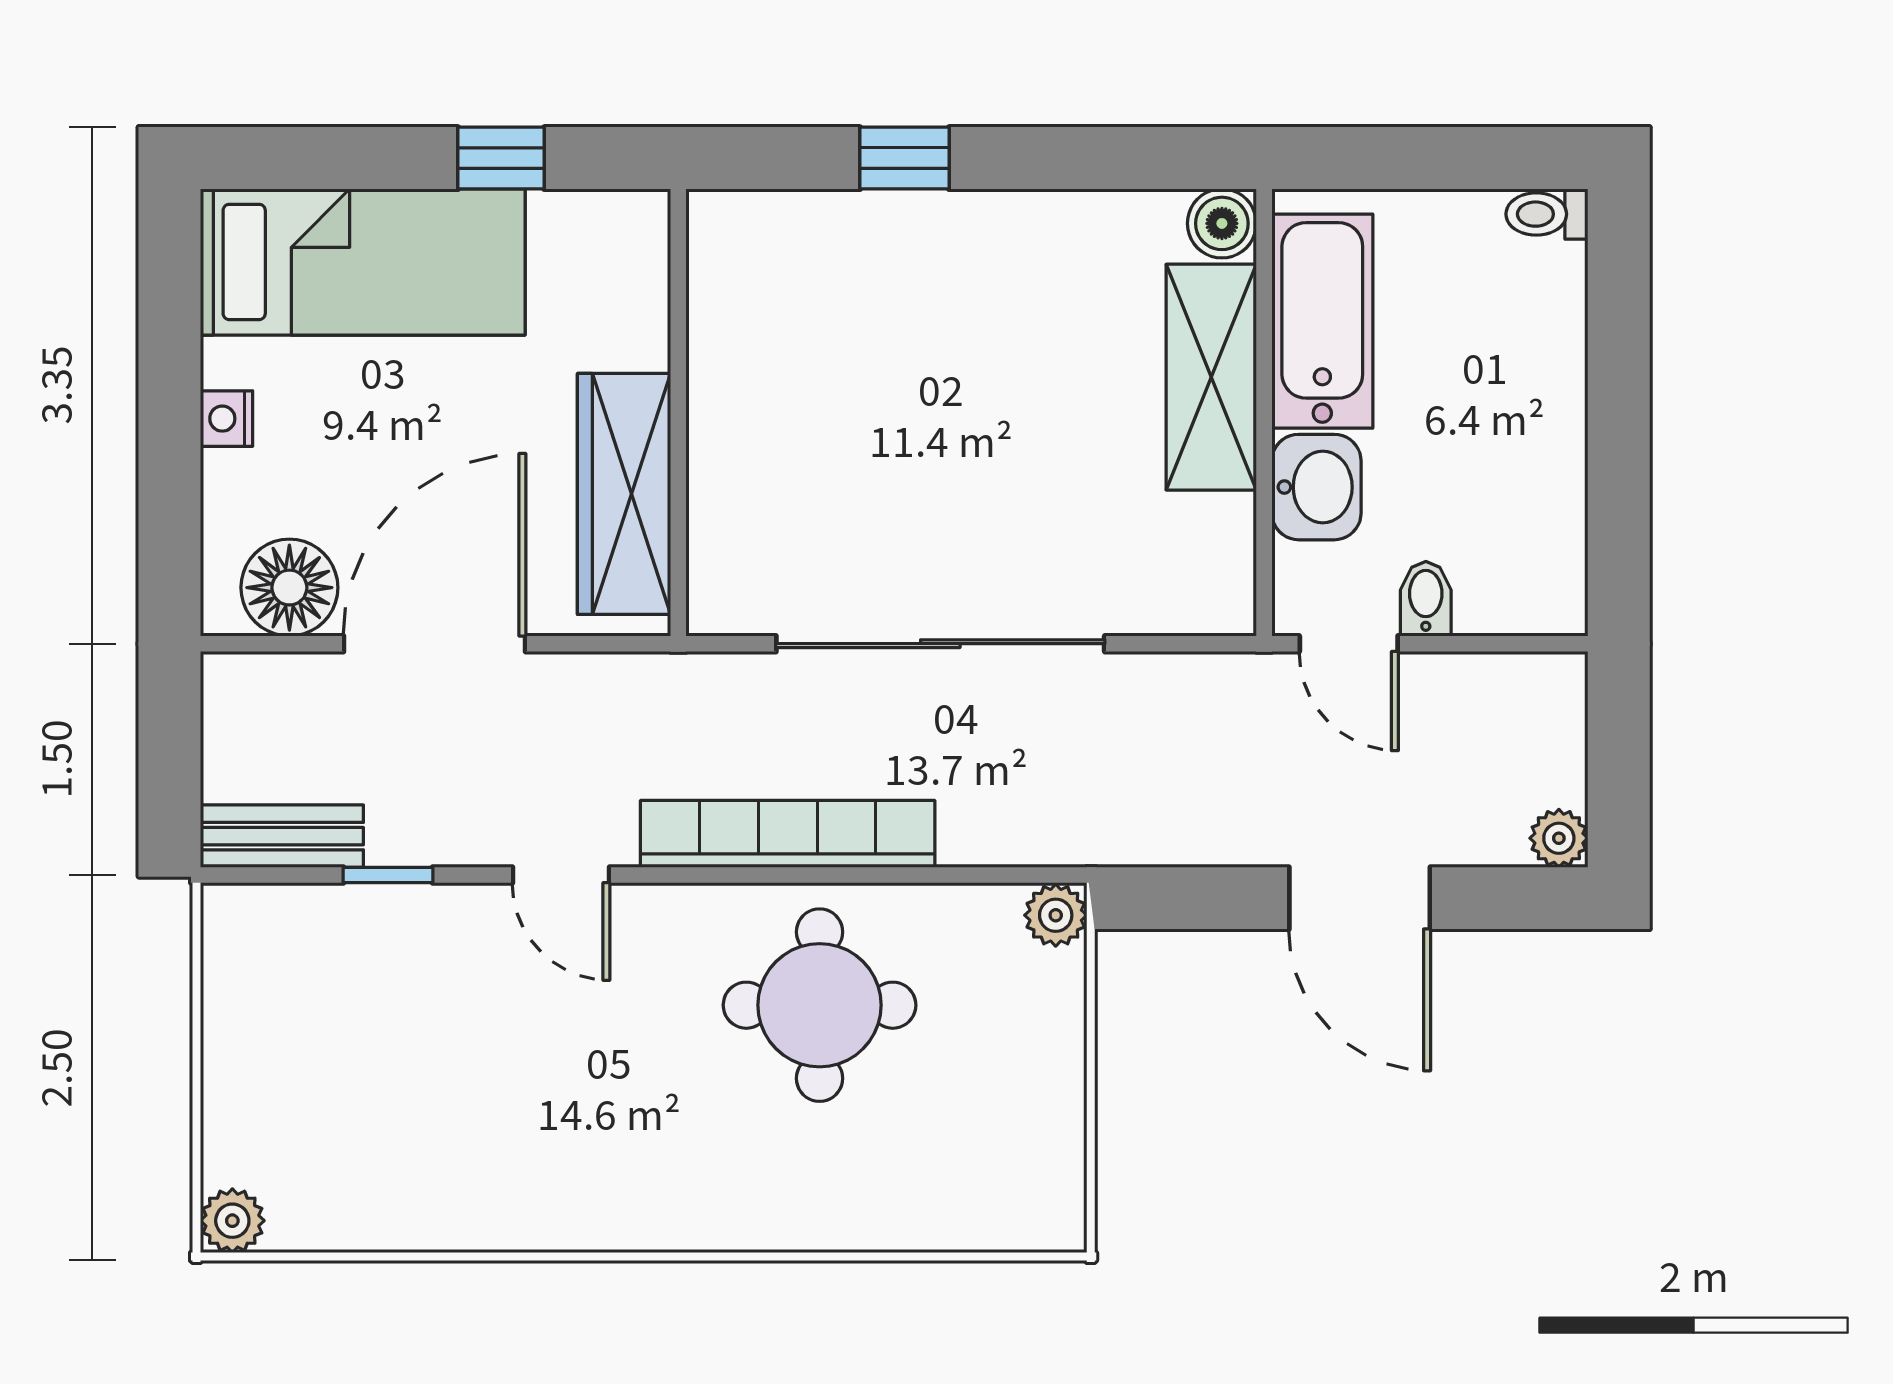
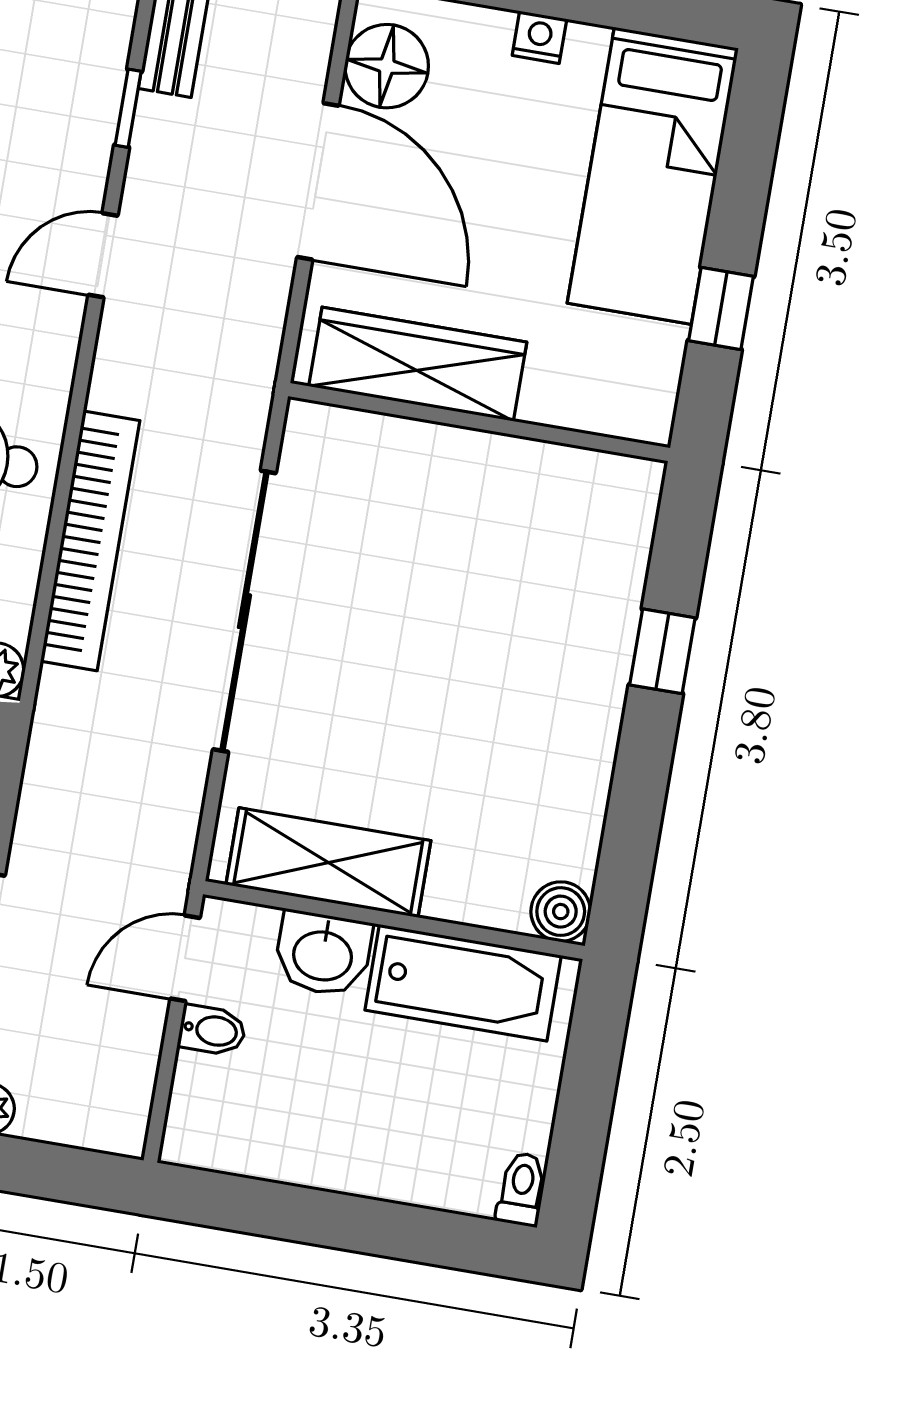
shelving: (1211, 377) -> (328, 863), moved
bookcase: (788, 834) -> (90, 541), moved

